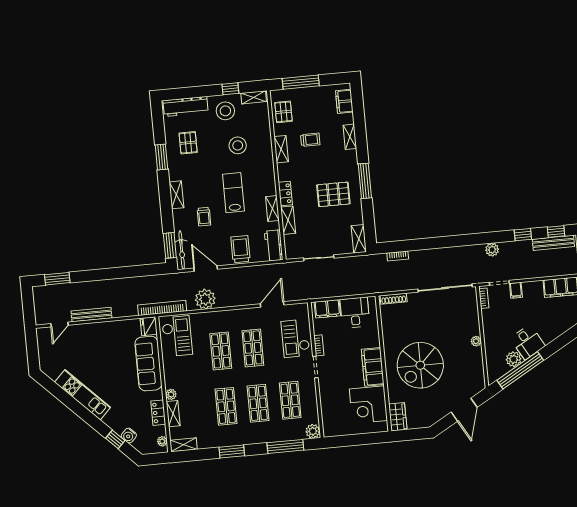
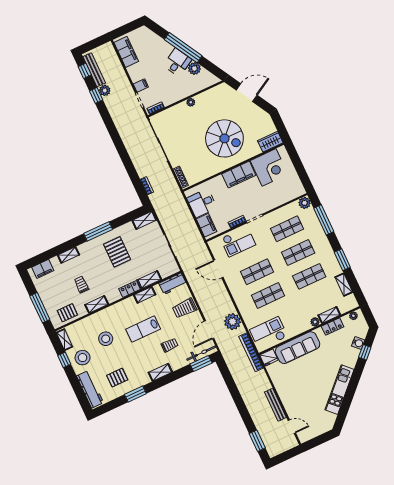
plant: (492, 250) -> (105, 90), moved
window: (520, 370) -> (183, 48), moved
shelving: (184, 445) -> (344, 285), moved

